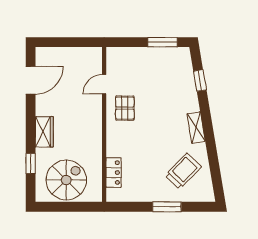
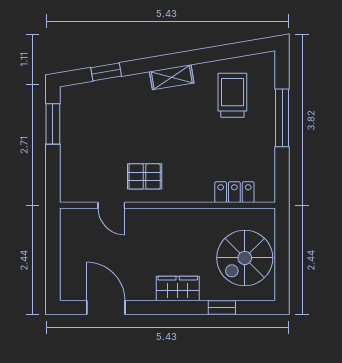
trolley: (183, 171) -> (232, 95), turned 46
spiral stairs: (66, 180) -> (245, 258), turned -90
window: (167, 207) -> (282, 118), width x1.44

